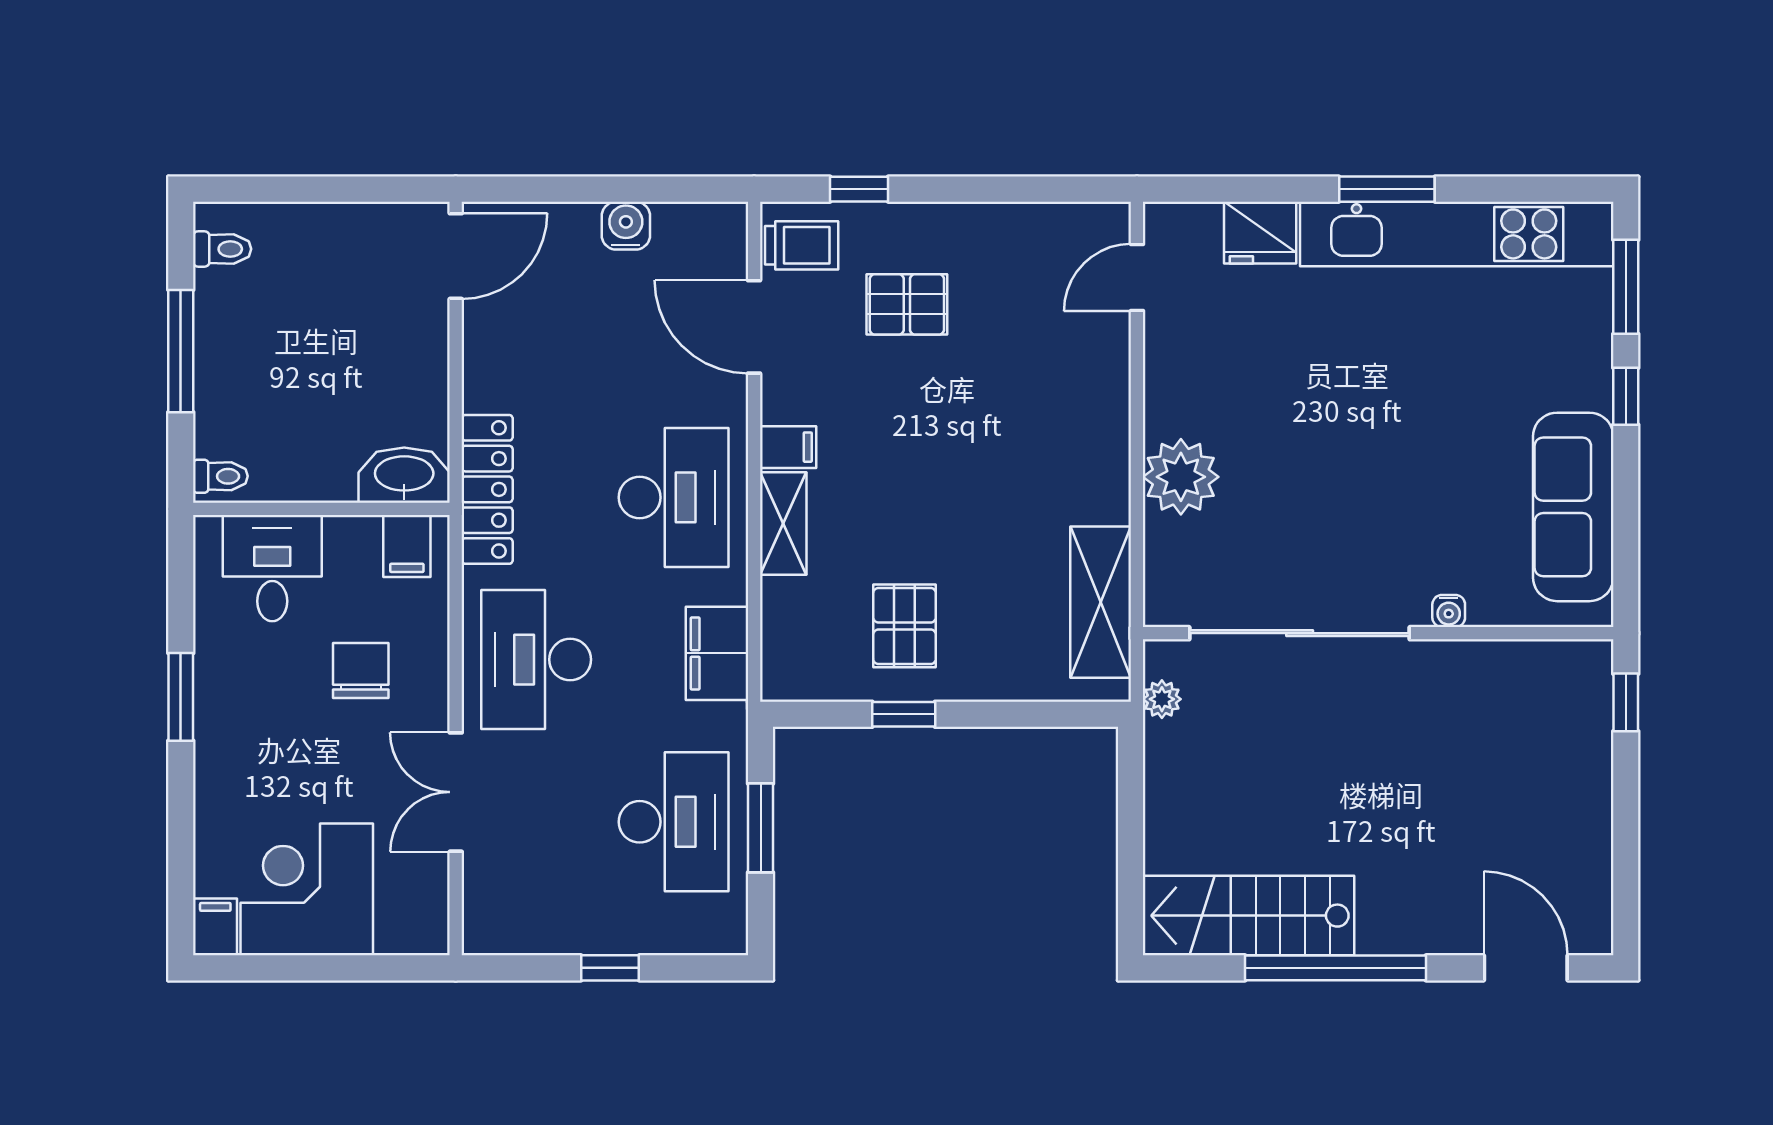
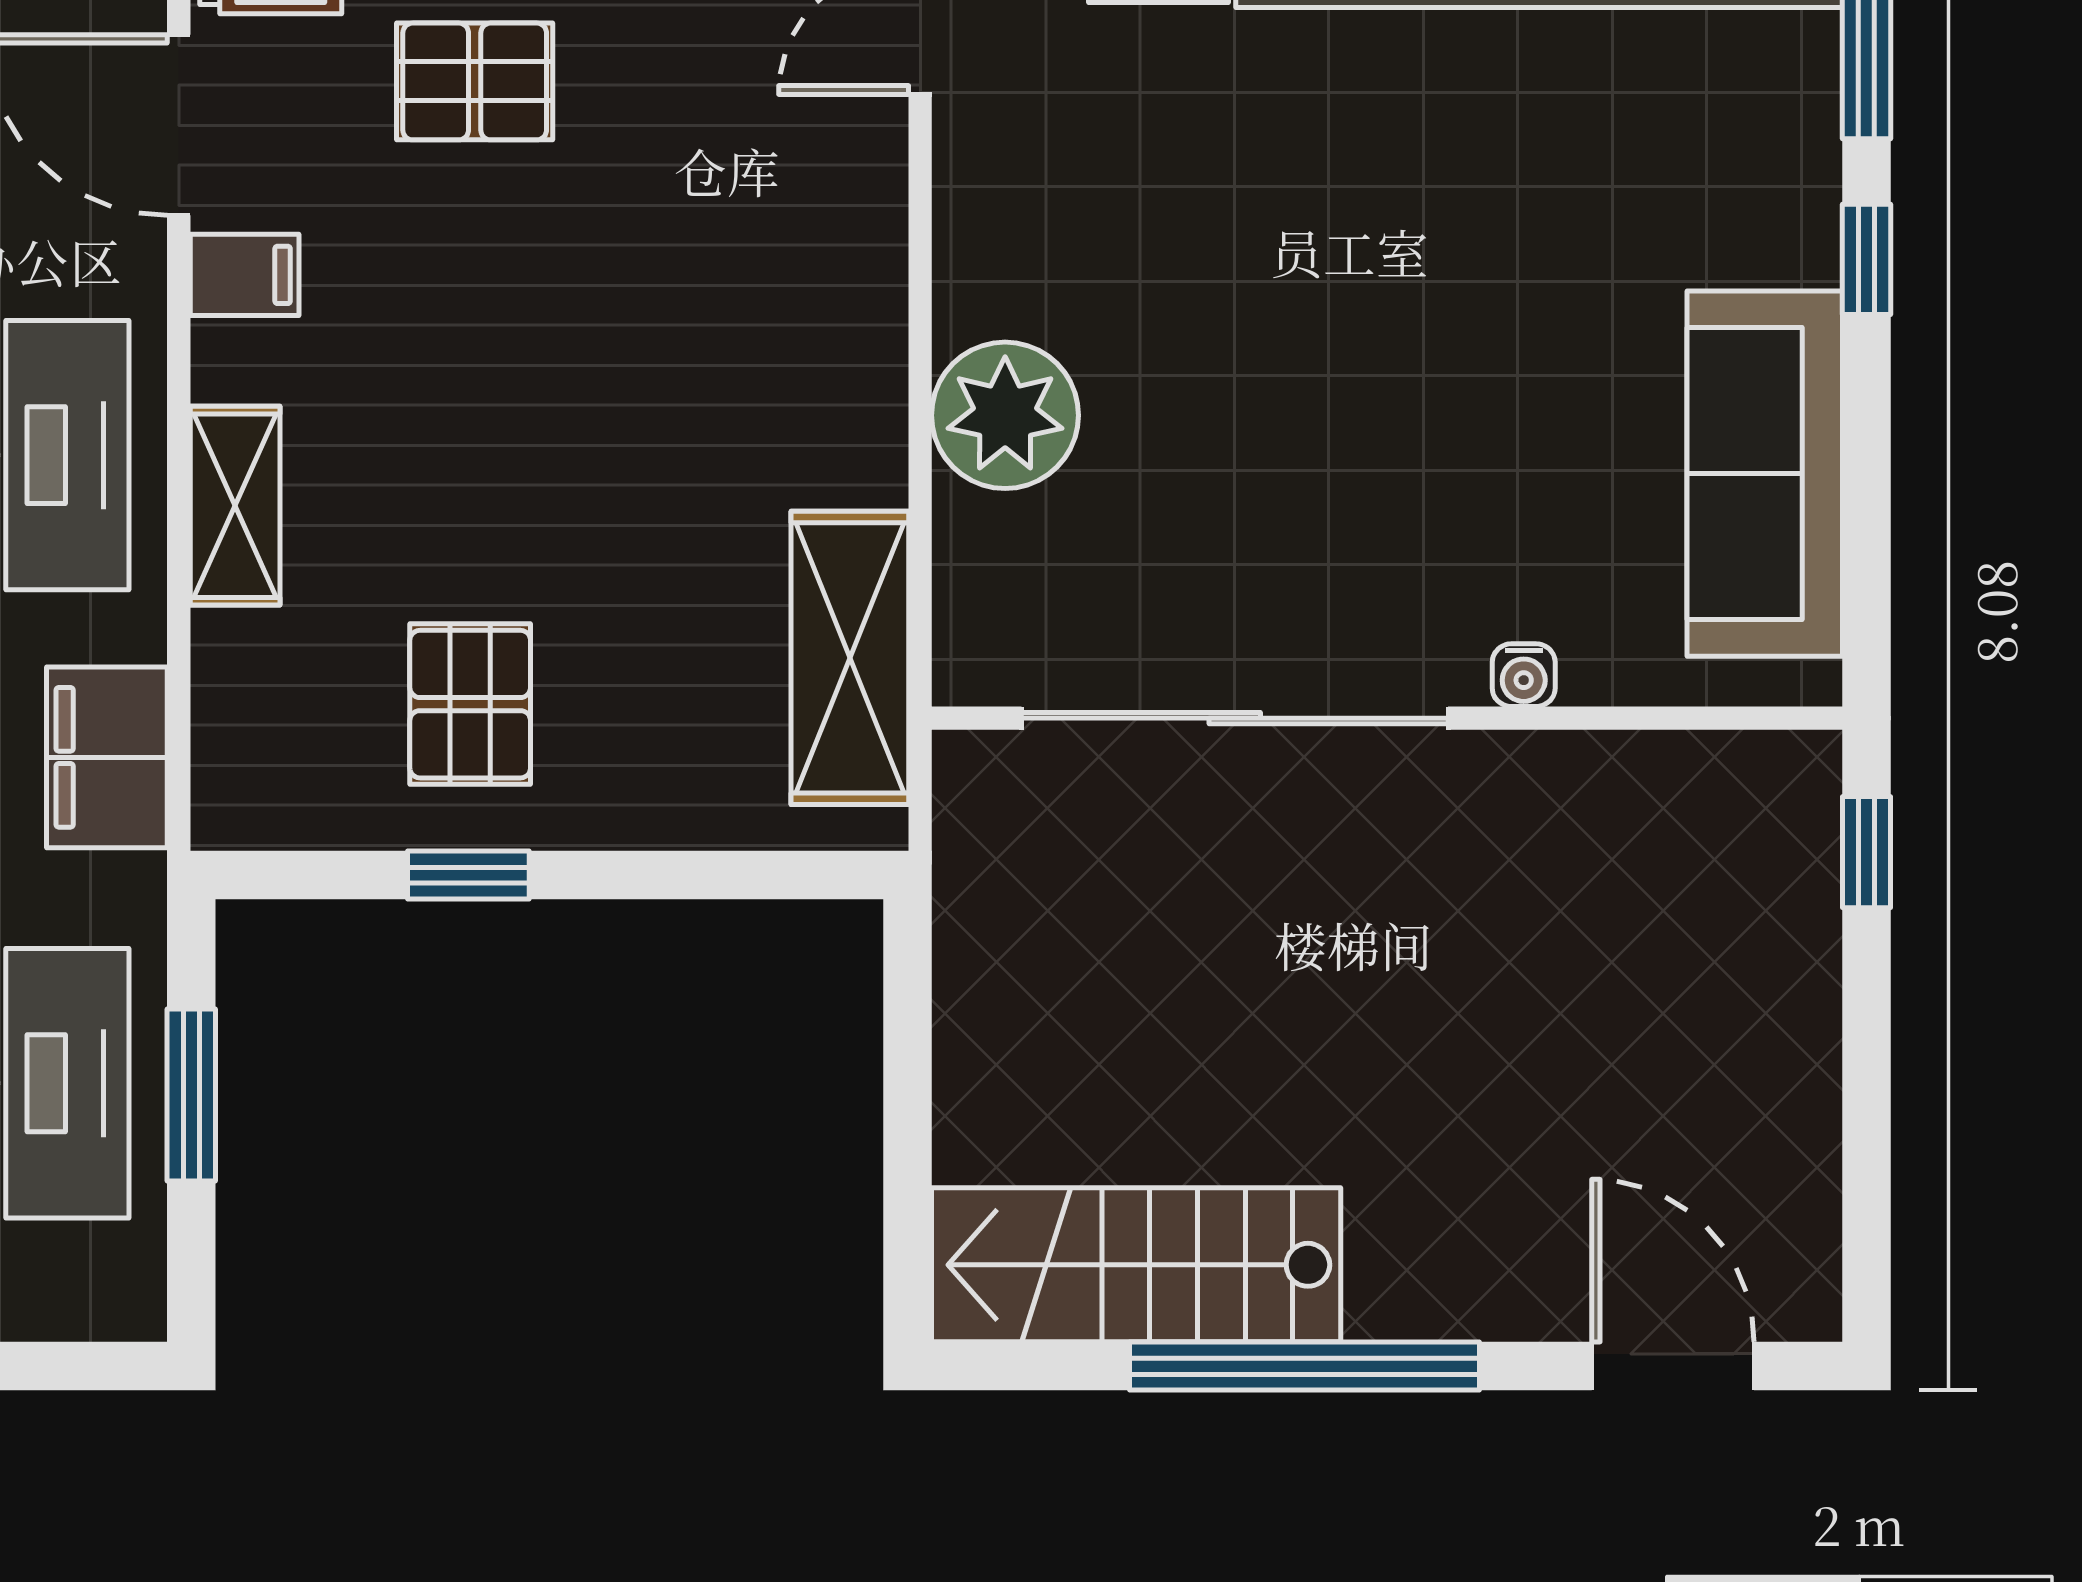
filing cabinet: (788, 447) -> (245, 275), moved
plant: (1162, 699) -> (968, 846), removed

